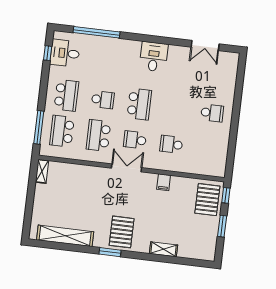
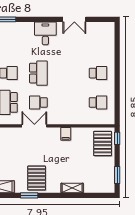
double door: (205, 45) -> (74, 19), moved
school desk: (171, 144) -> (98, 102), moved, turned 180
window: (222, 226) -> (117, 175), moved

